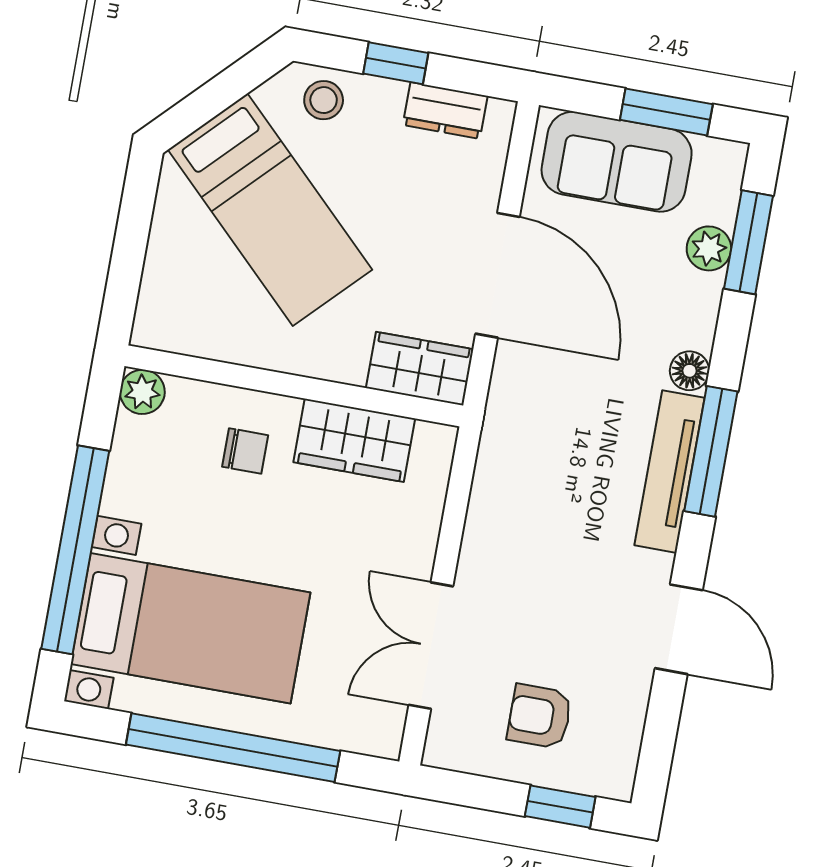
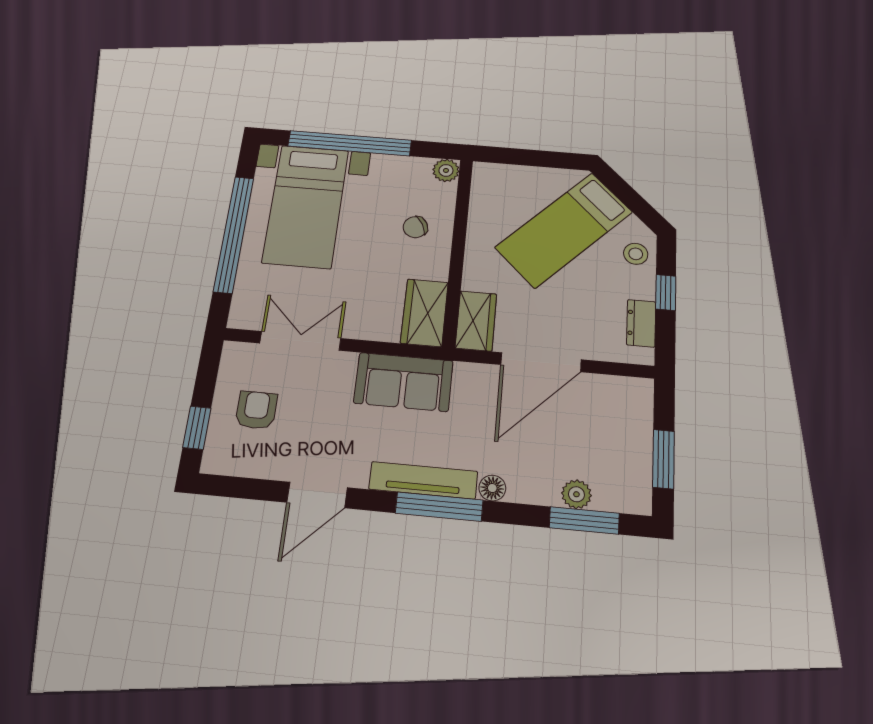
sofa: (617, 162) -> (403, 382), moved, turned -90
wardrobe: (354, 440) -> (424, 313), moved
chair: (245, 451) -> (415, 227), turned 62

